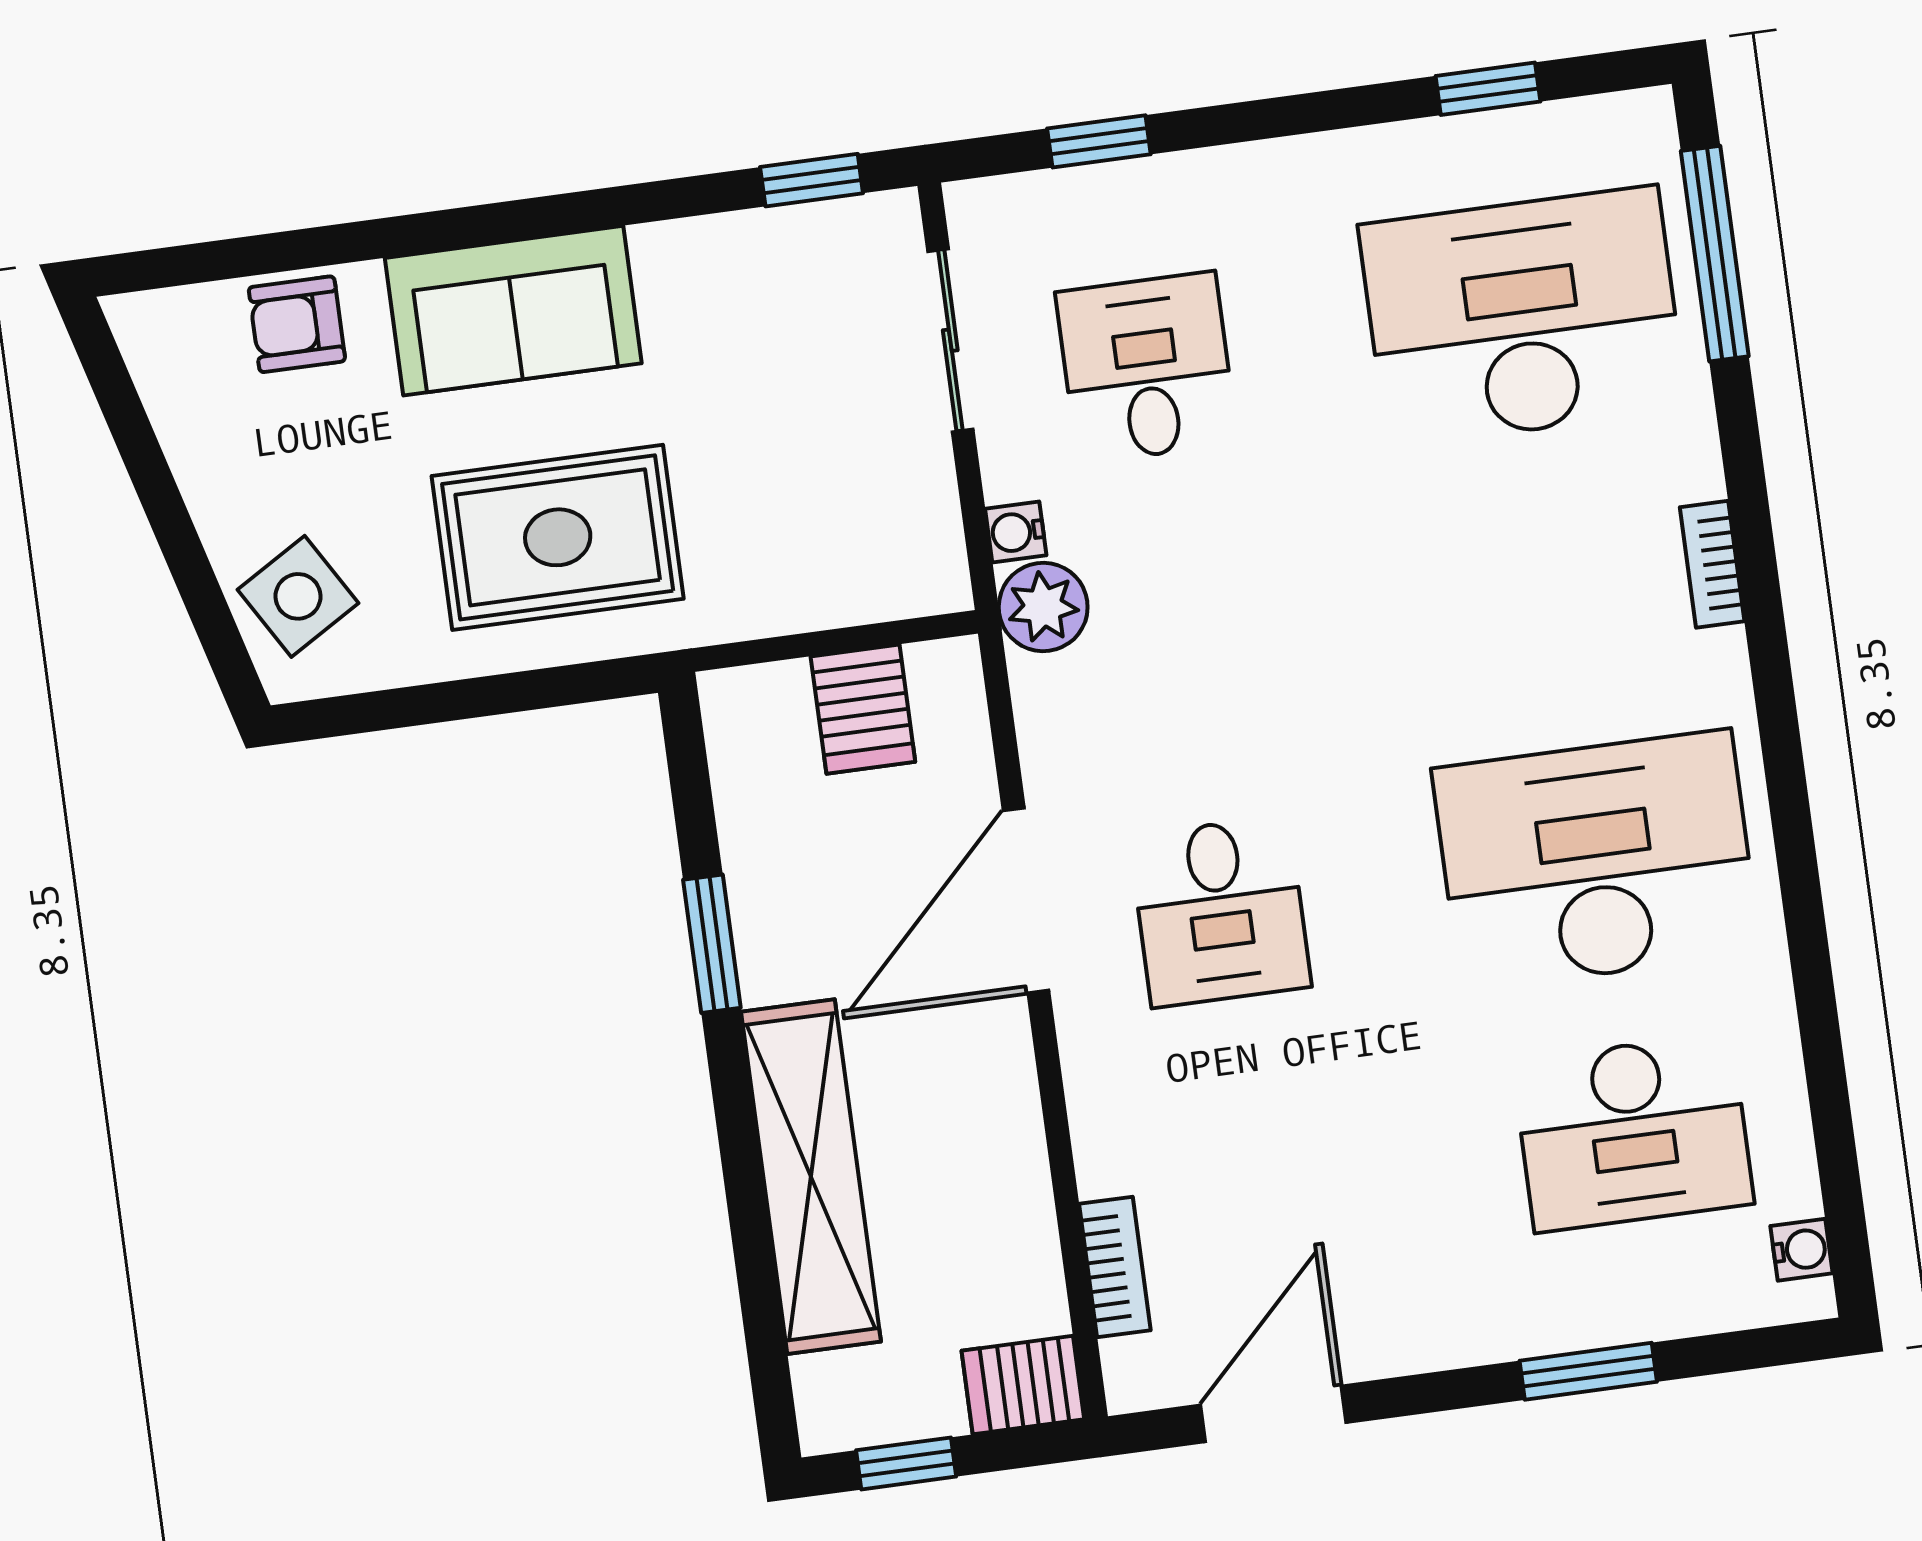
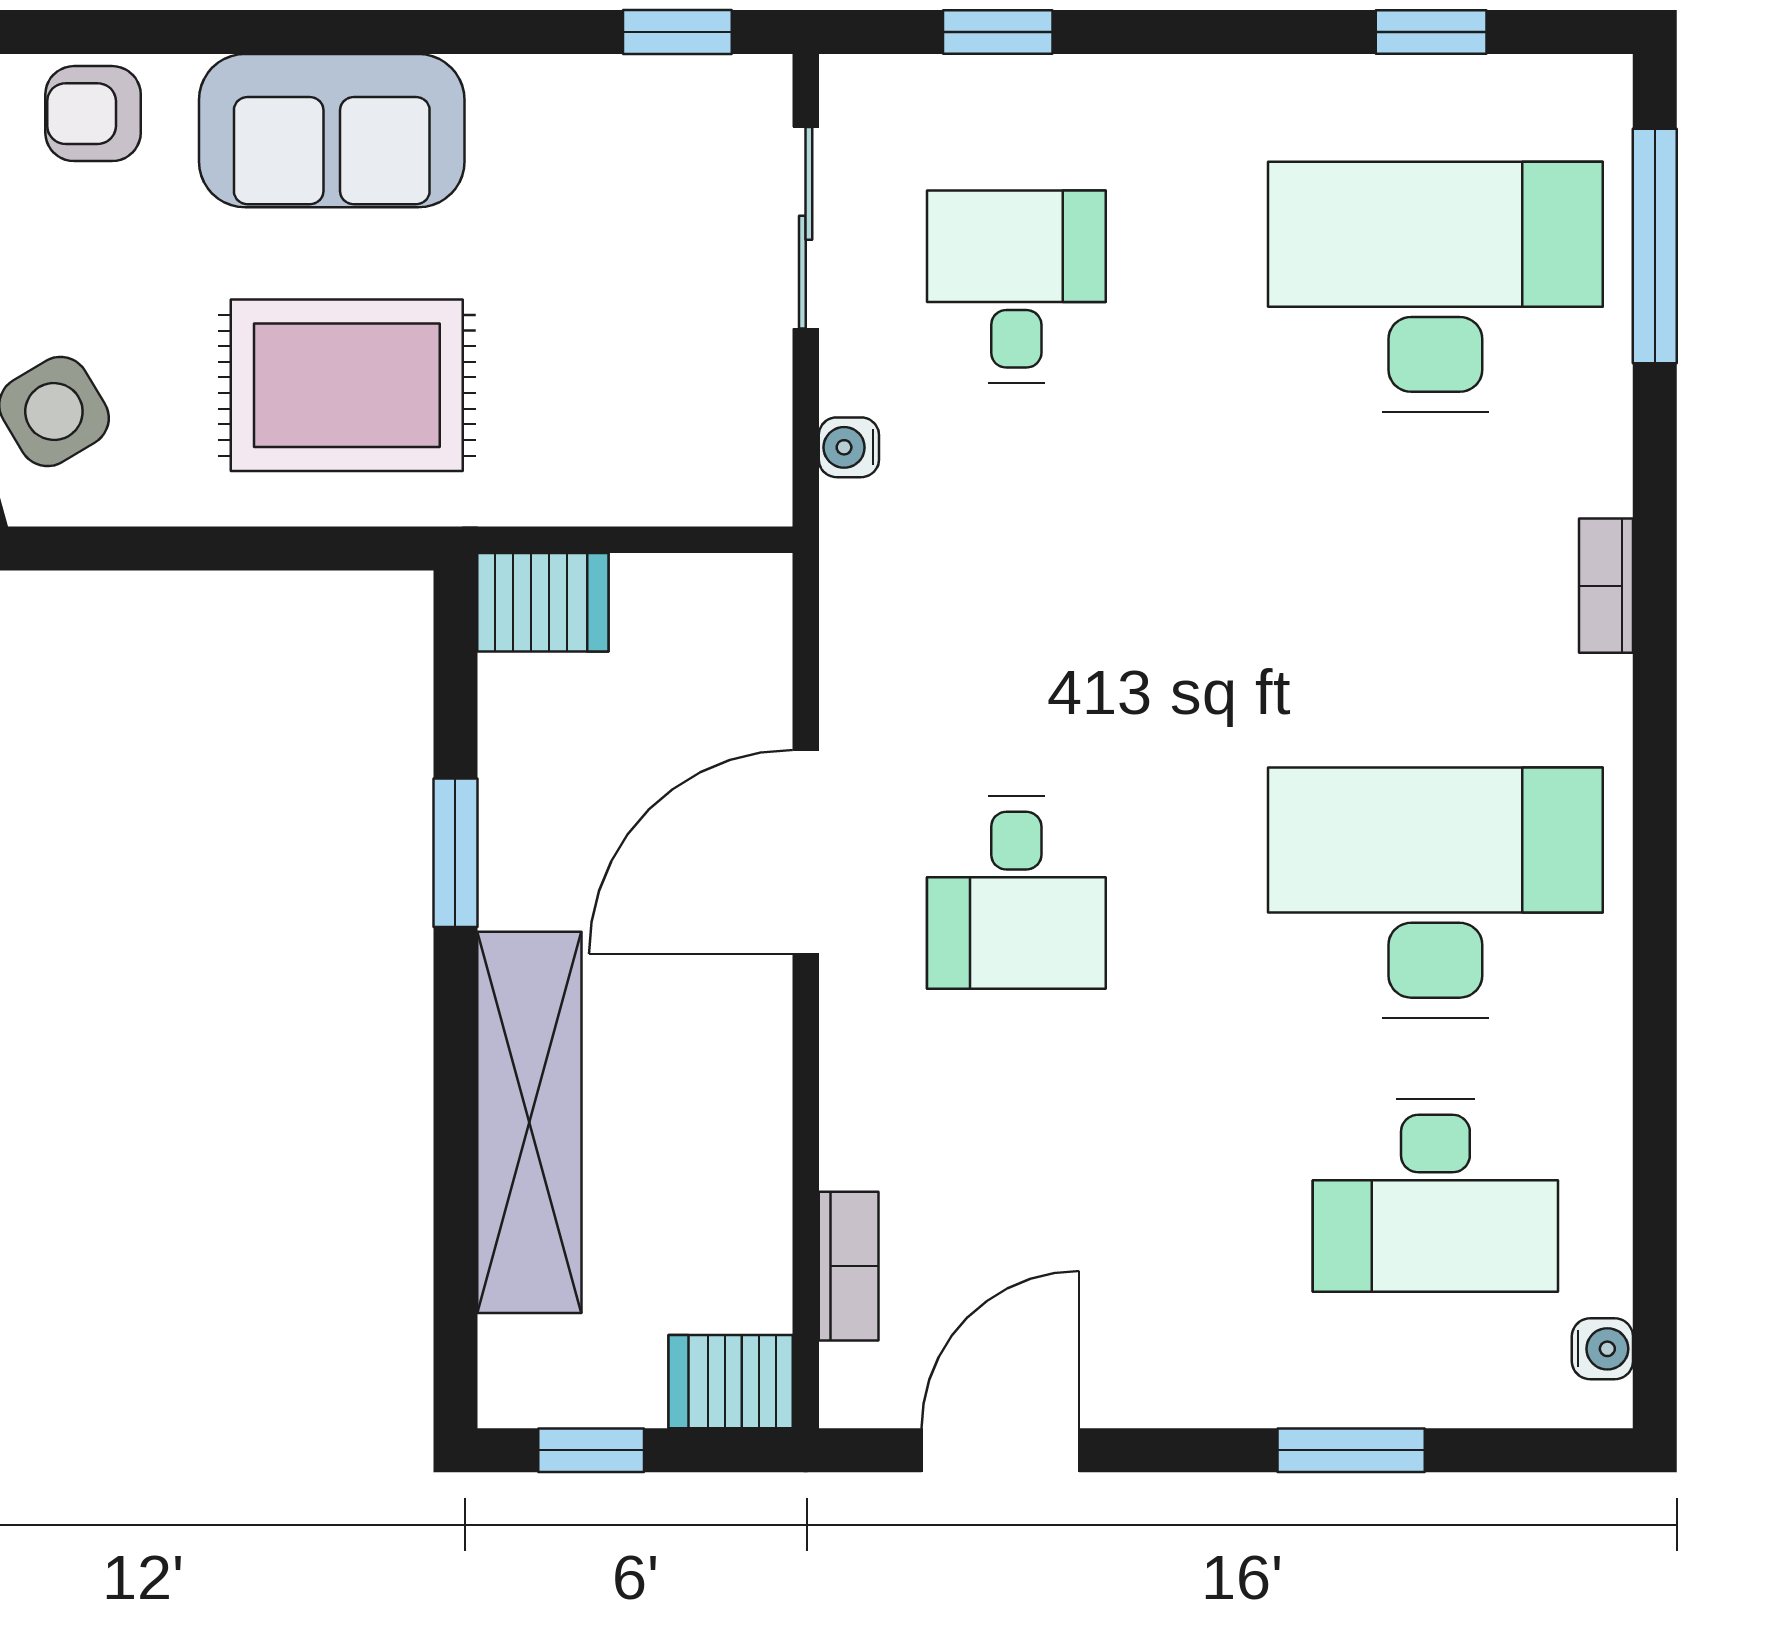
plant: (1043, 607) -> (868, 533), removed
server rack: (863, 709) -> (543, 602), moved, turned -90

